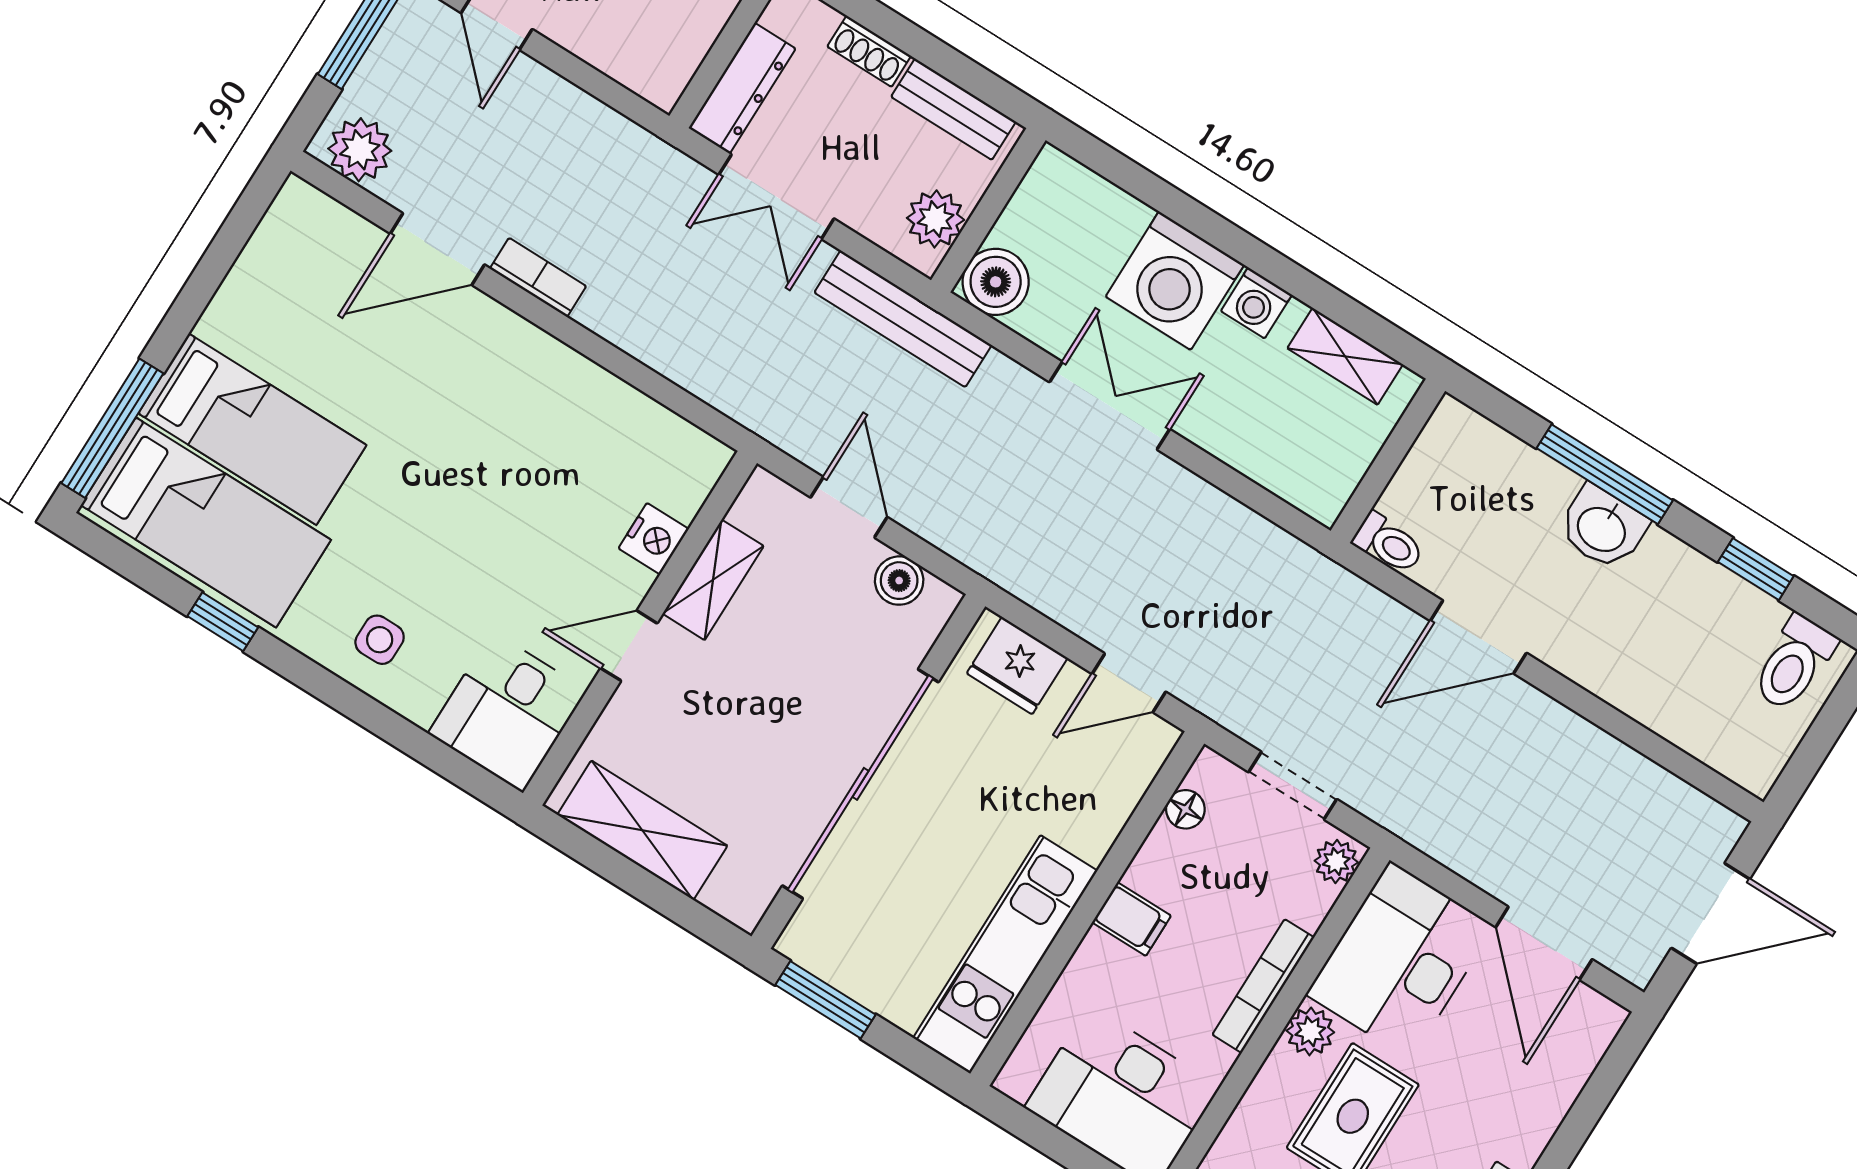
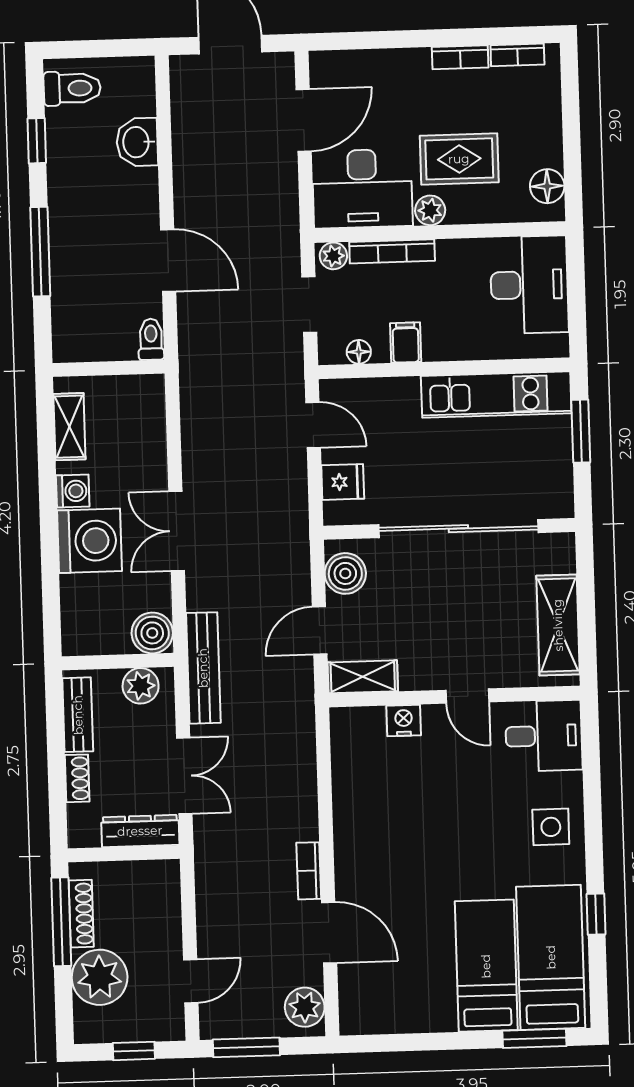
window: (112, 428) -> (534, 1038), width x0.69
washbasin: (1602, 528) -> (137, 142), moved, turned 180
shelving: (713, 580) -> (363, 677), moved
boiler: (899, 581) -> (345, 573), width x1.36, depth x1.36
side table: (380, 640) -> (551, 827), width x1.37, depth x1.37
fridge: (1017, 666) -> (343, 482), width x0.72
filing cabinet: (1132, 919) -> (406, 343), moved
bookcase: (1263, 986) -> (392, 251), moved
window: (825, 1000) -> (581, 431), moved

